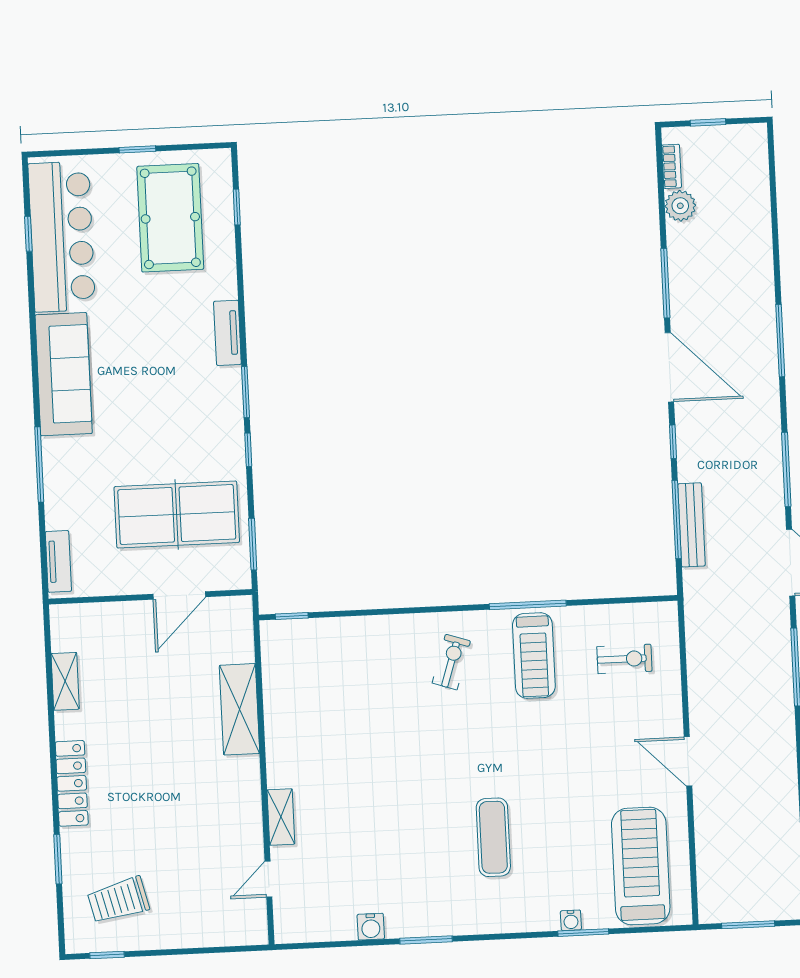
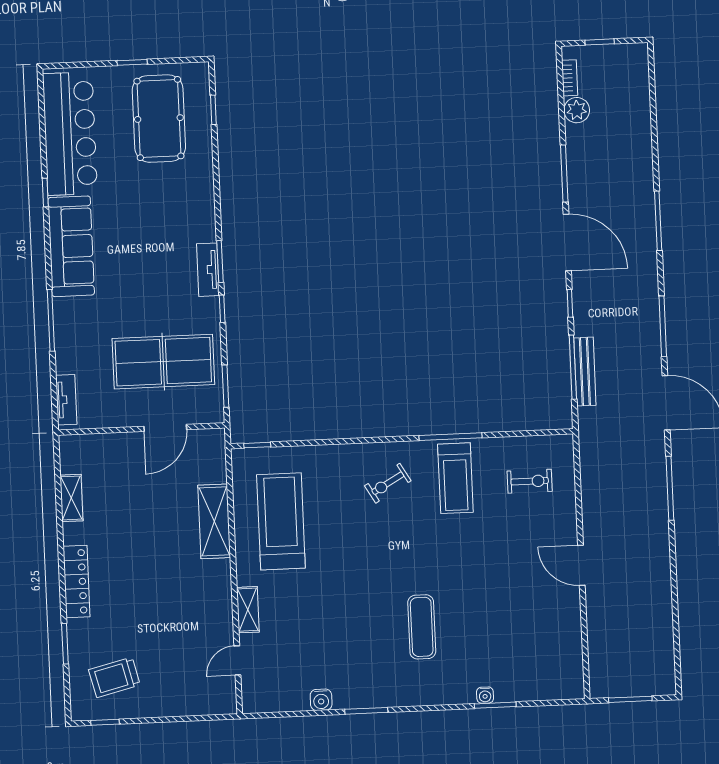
window: (28, 234) -> (45, 193), moved
tv unit: (227, 333) -> (208, 270), moved
exercise bike: (451, 662) -> (388, 483), turned -138
treadmill: (641, 866) -> (281, 521), moved

